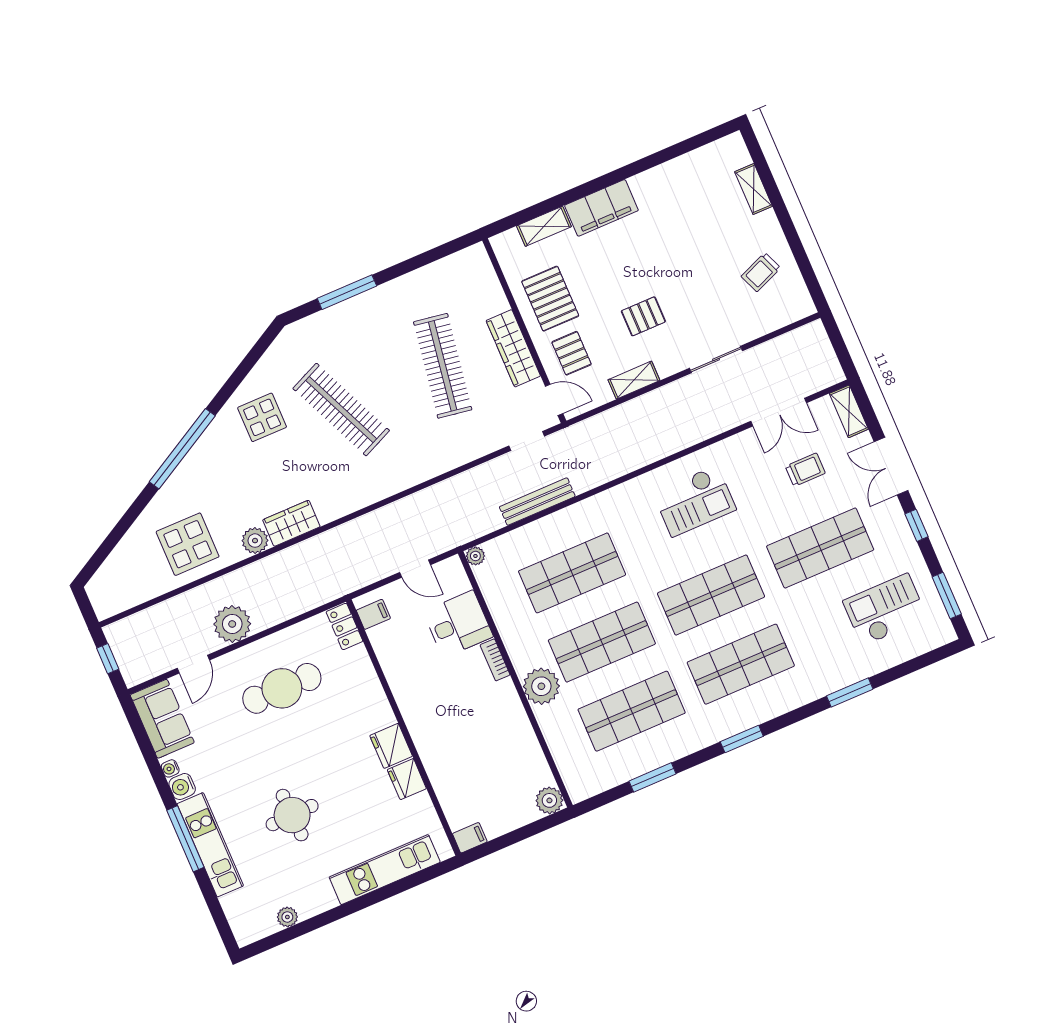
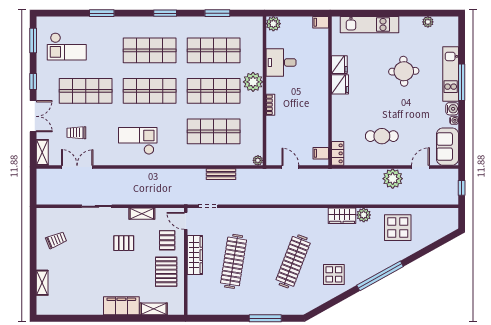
clothes rail: (341, 410) -> (293, 261), turned 45
bench: (537, 502) -> (221, 174), width x0.73
desk: (458, 624) -> (281, 62), moved
cafe table: (282, 688) -> (382, 136), width x0.73, depth x0.74

